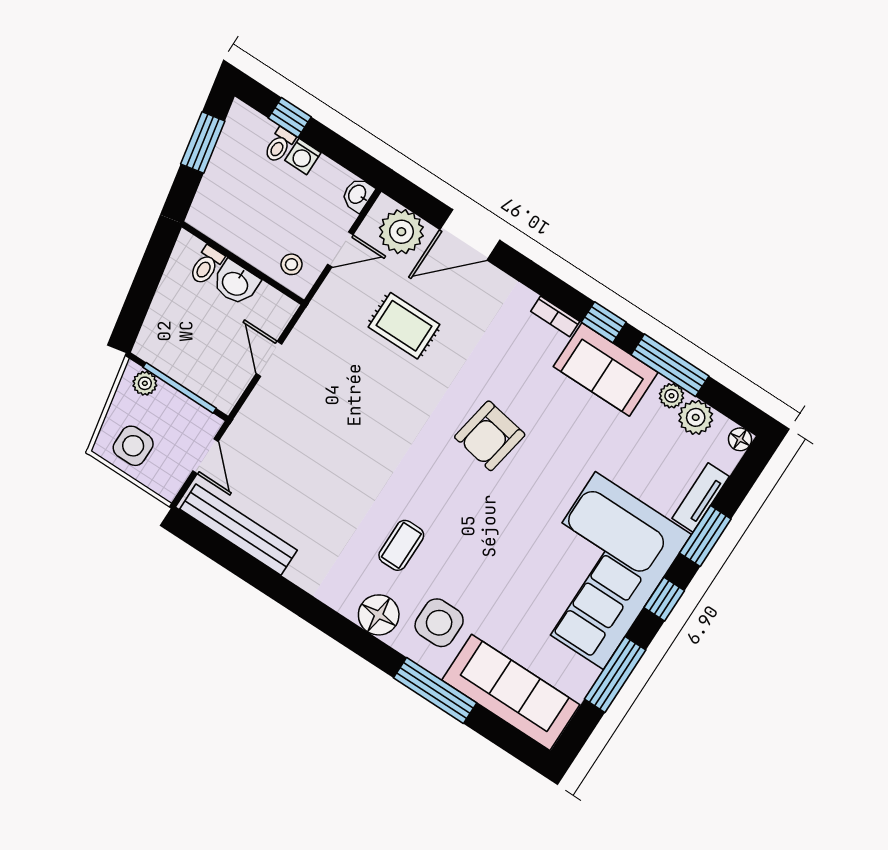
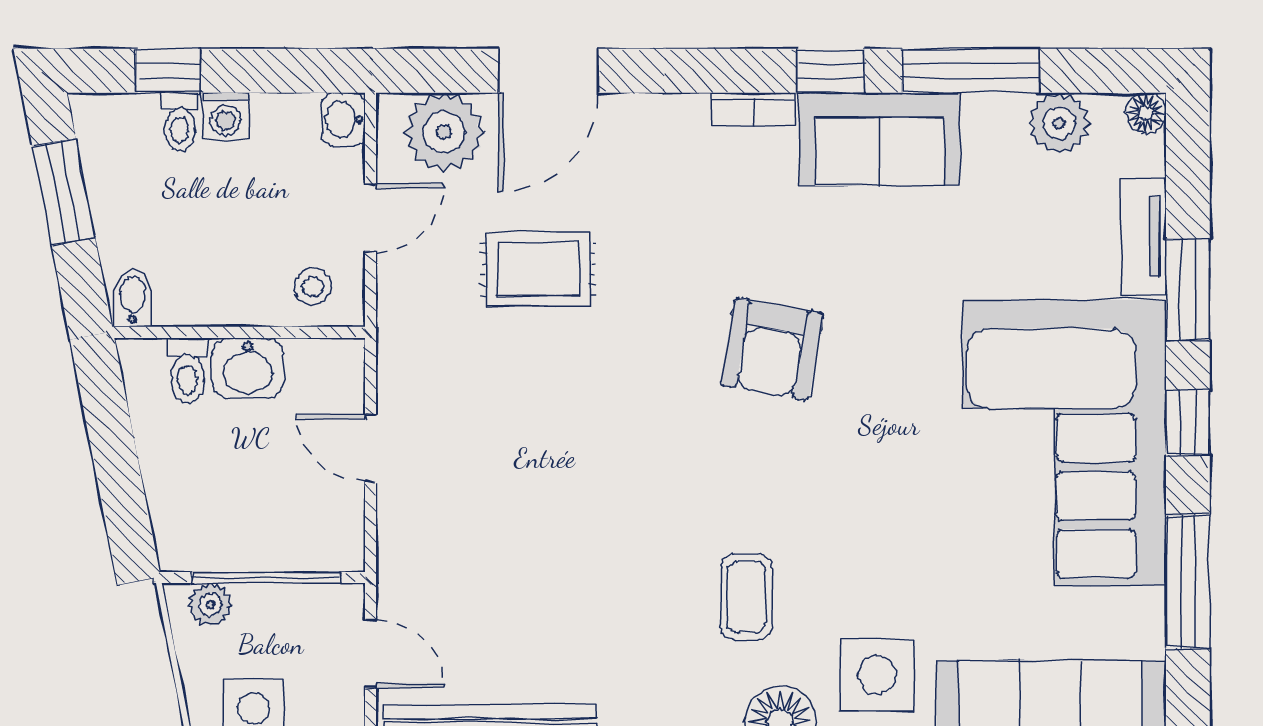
bidet: (203, 214) -> (133, 298), added
plant: (672, 396) -> (1002, 114), removed

